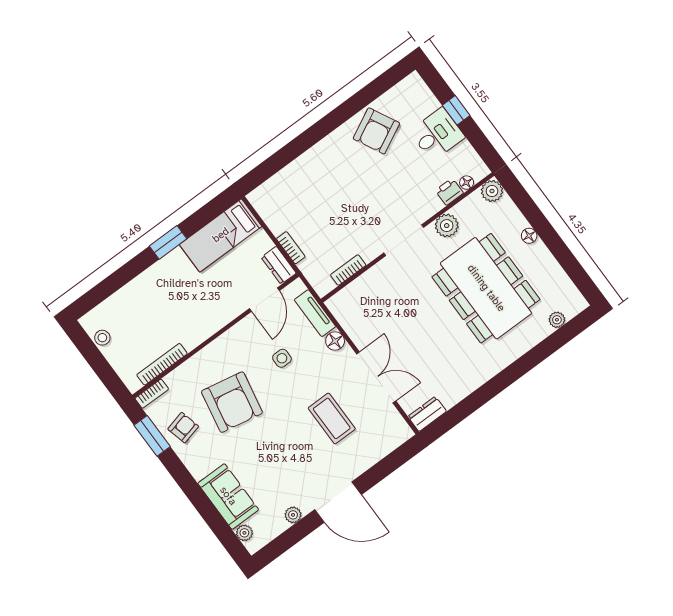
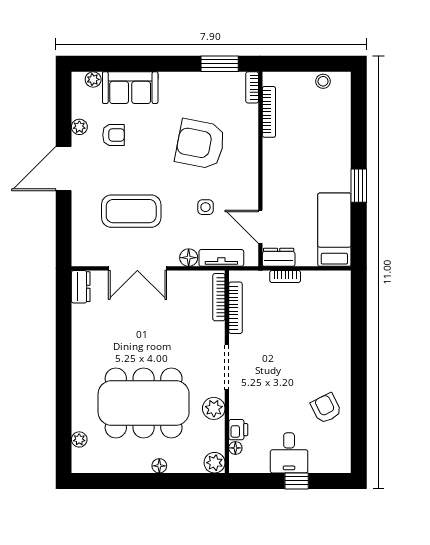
armchair: (376, 131) -> (326, 408), width x0.72, depth x0.72
bookcase: (348, 270) -> (236, 308), width x1.56
bookcase: (350, 291) -> (219, 297), added
coffee table: (332, 418) -> (131, 211), width x1.36, depth x1.32
armchair: (183, 428) -> (113, 135), moved, turned -76

